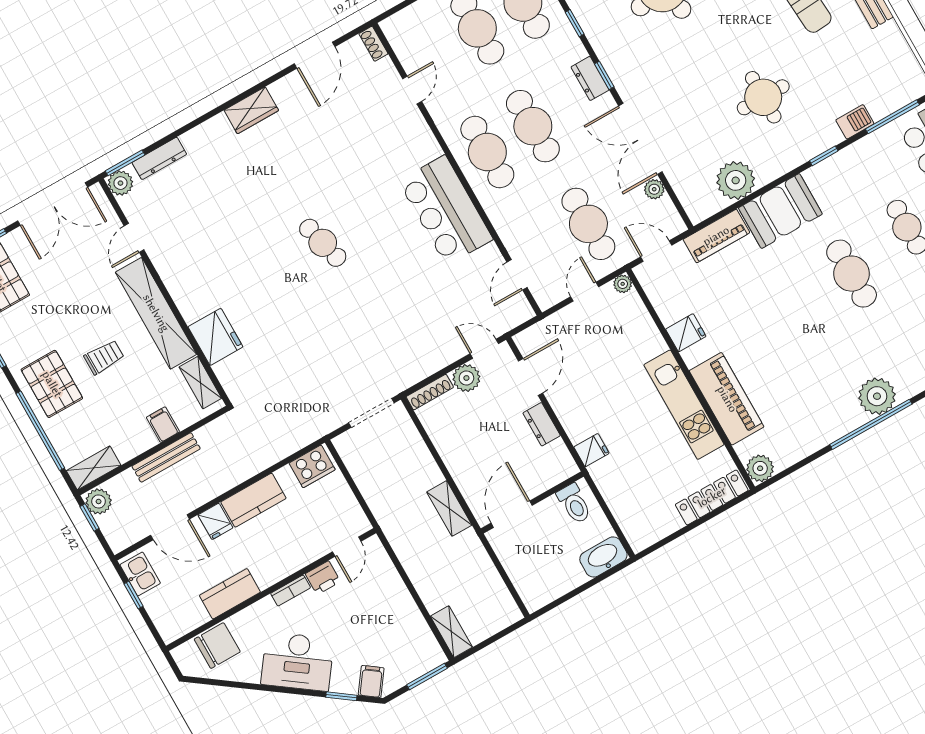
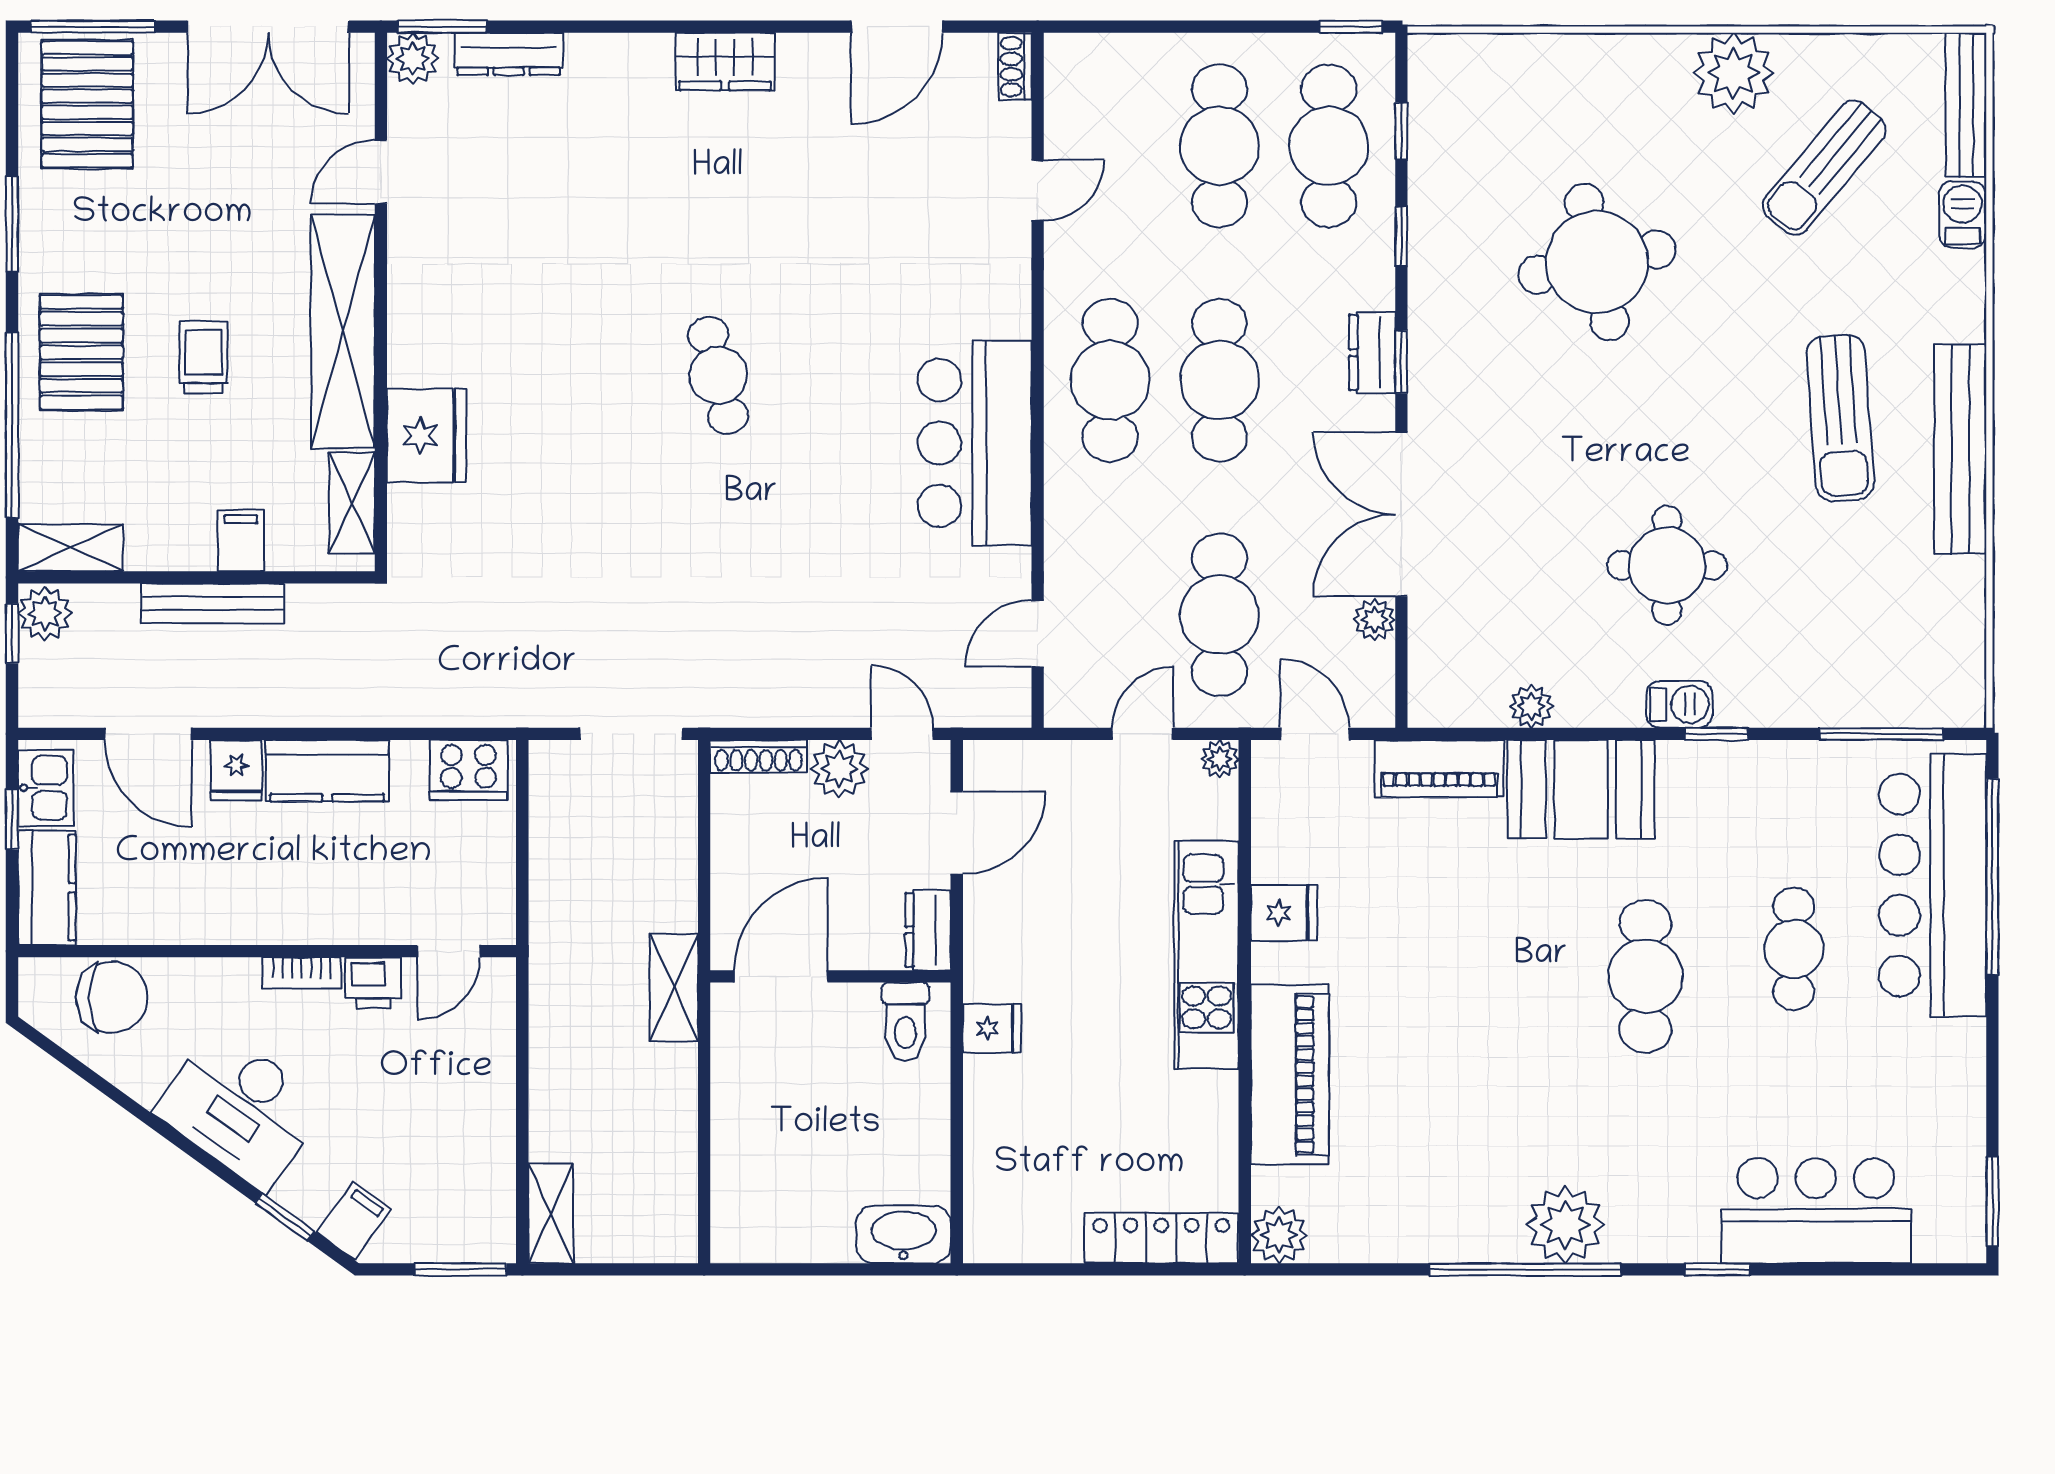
barbecue: (855, 122) -> (1679, 704), moved
plant: (736, 180) -> (1531, 706), width x0.53, depth x0.53
trolley: (104, 357) -> (203, 357), turned -90
kitchen unit: (684, 405) -> (1206, 955), moved
wall: (532, 503) -> (830, 976), moved
toilet: (574, 504) -> (905, 1022), moved
door: (512, 514) -> (781, 976), moved
kitchen counter: (230, 594) -> (47, 888), moved, turned 90

